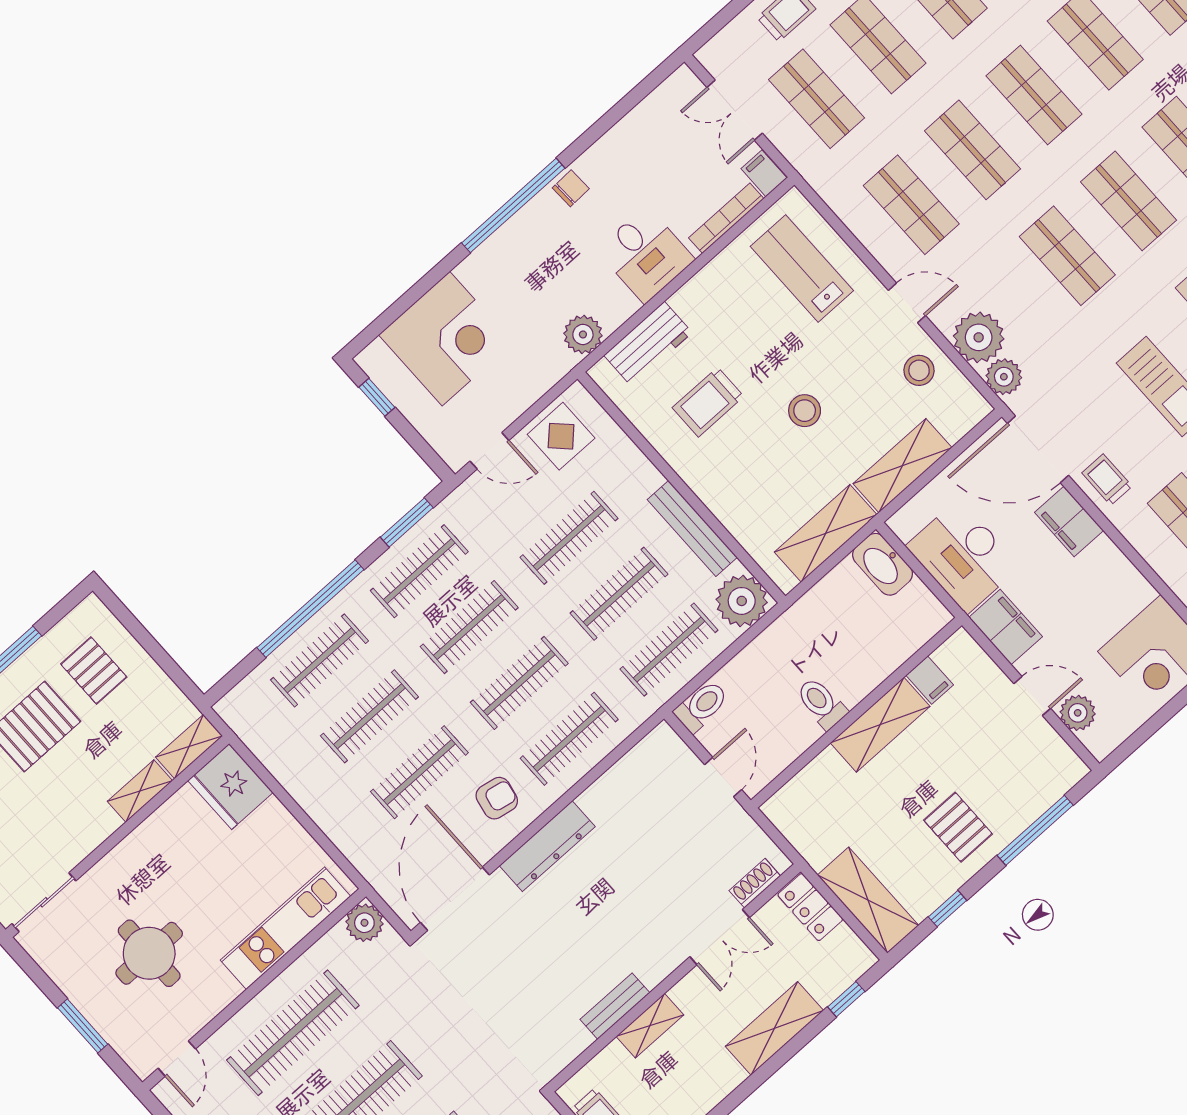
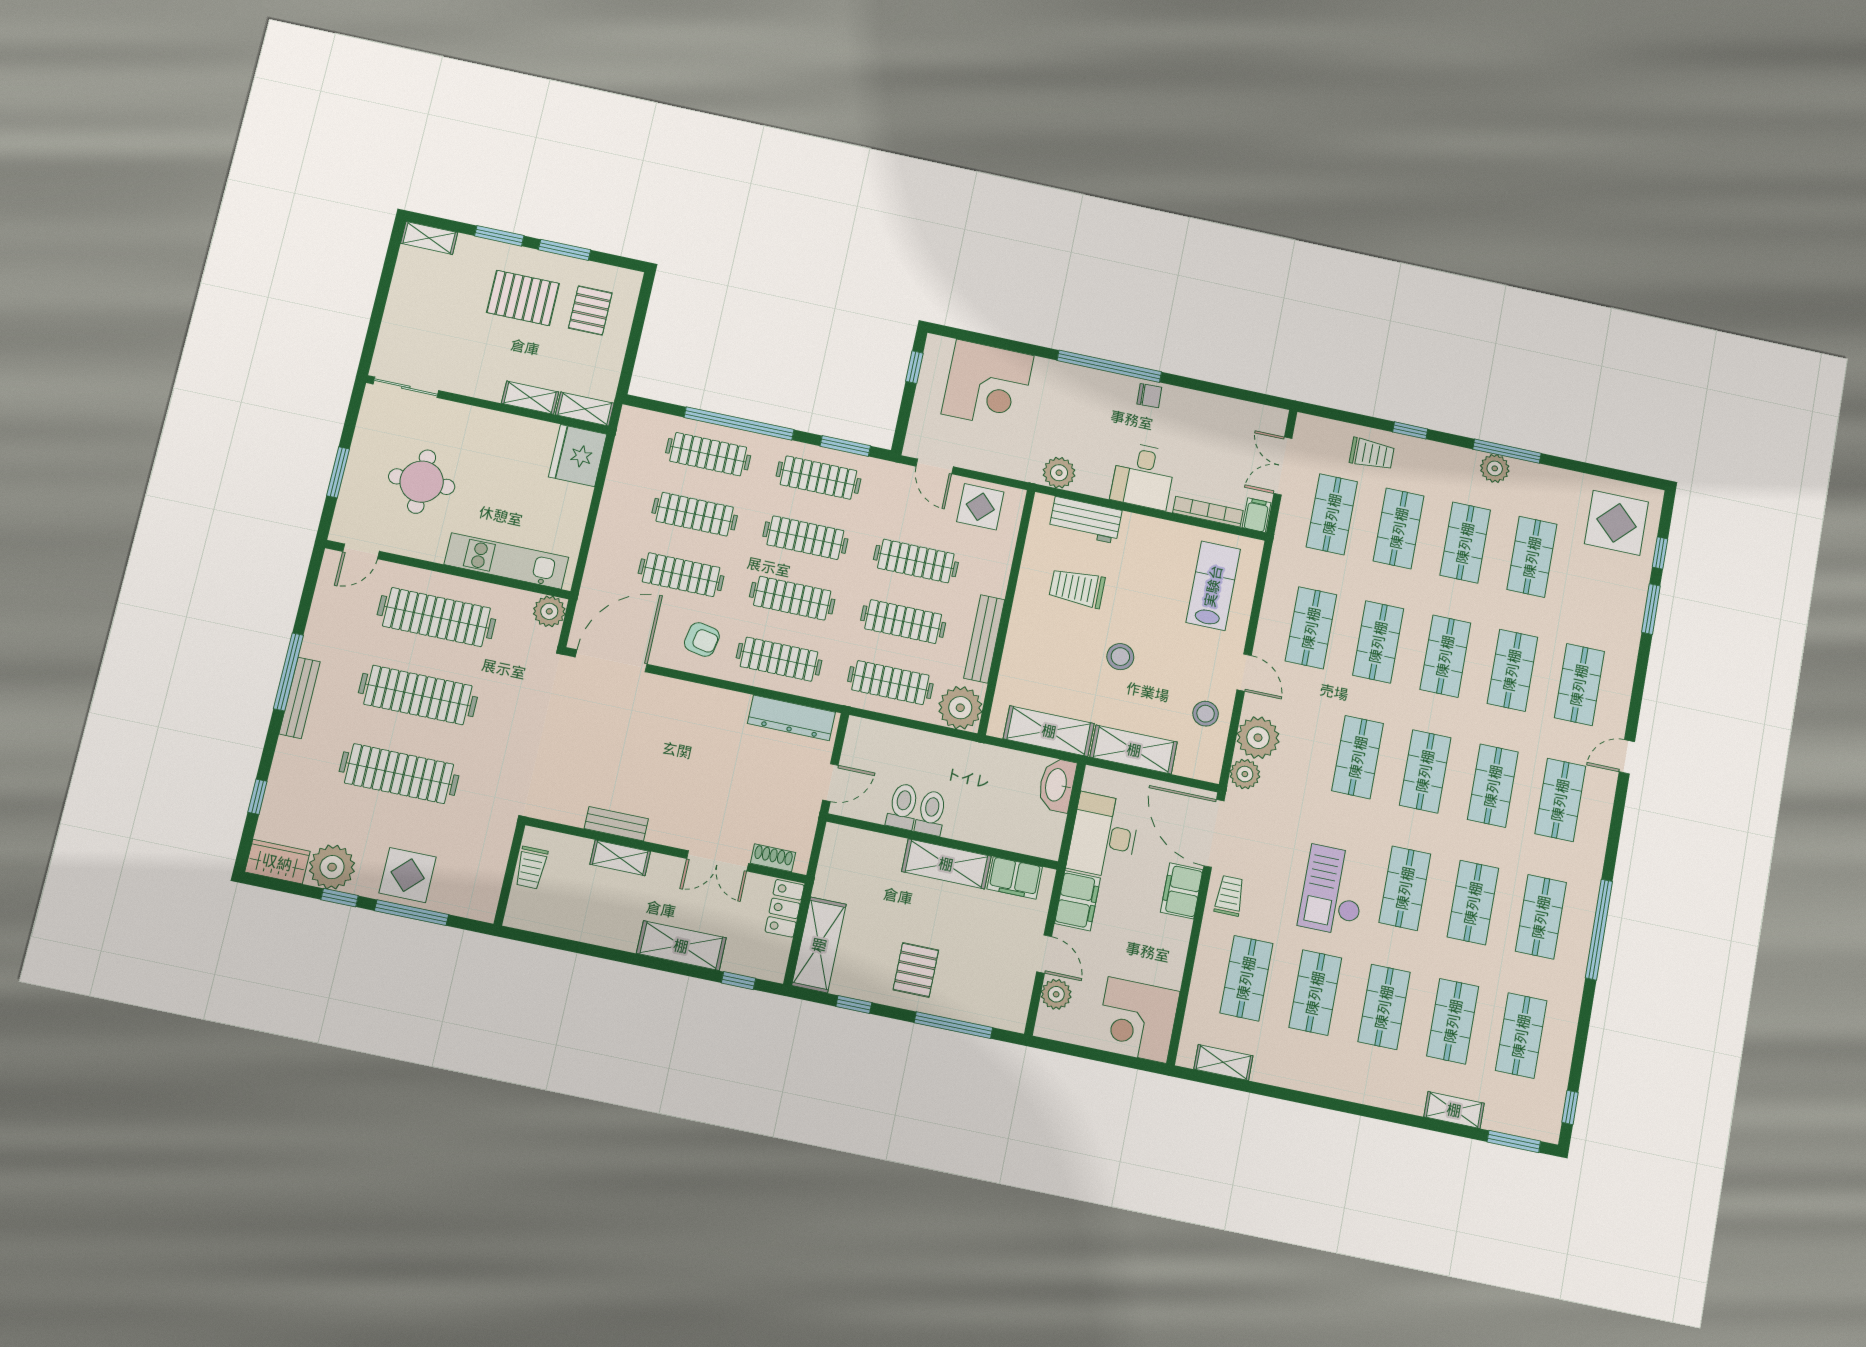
filing cabinet: (930, 680) -> (1015, 878), width x2.00
toilet: (701, 706) -> (903, 806), moved, turned -90
dresser: (547, 846) -> (791, 718), moved

